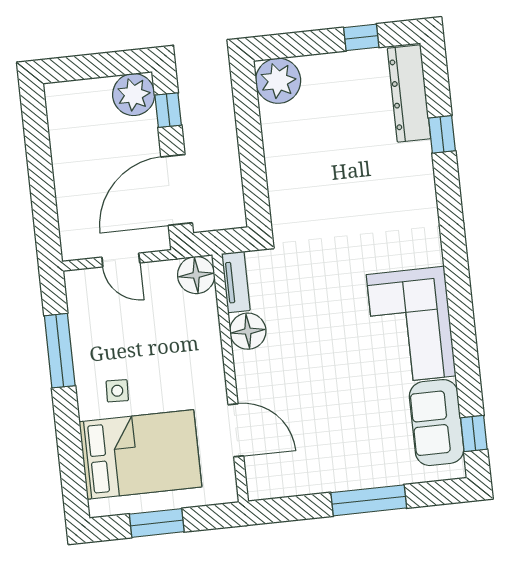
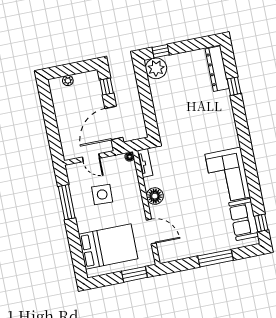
window: (361, 37) -> (161, 51), moved
plant: (134, 95) -> (68, 81), moved, width x0.53, depth x0.53
floor lamp: (196, 275) -> (130, 157), width x0.53, depth x0.53
floor lamp: (248, 331) -> (155, 196), moved
side table: (117, 391) -> (102, 194), moved, width x1.87, depth x1.87
window: (157, 523) -> (134, 274), moved

